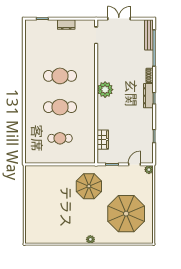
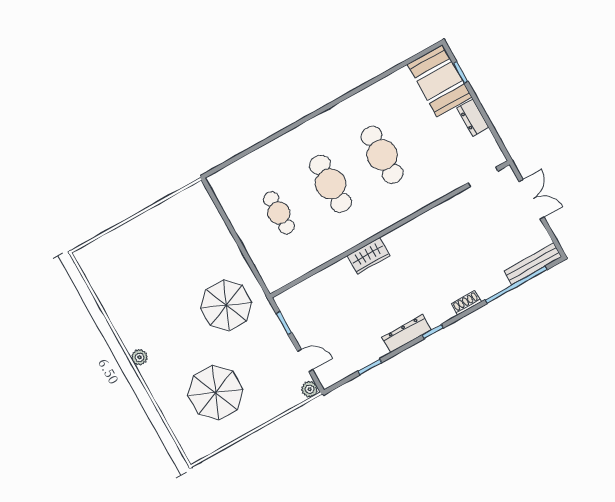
booth: (41, 30) -> (440, 81), added
plant: (105, 90) -> (401, 242), removed
dresser: (148, 96) -> (407, 334), moved
wardrobe: (103, 140) -> (369, 256), moved
parasol: (126, 214) -> (215, 393), width x0.73, depth x0.73

